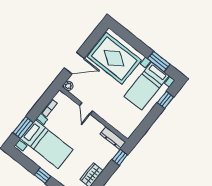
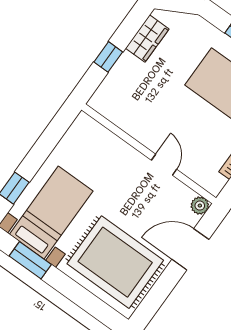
dresser: (113, 138) -> (110, 110), removed
window: (120, 157) -> (108, 57), moved

